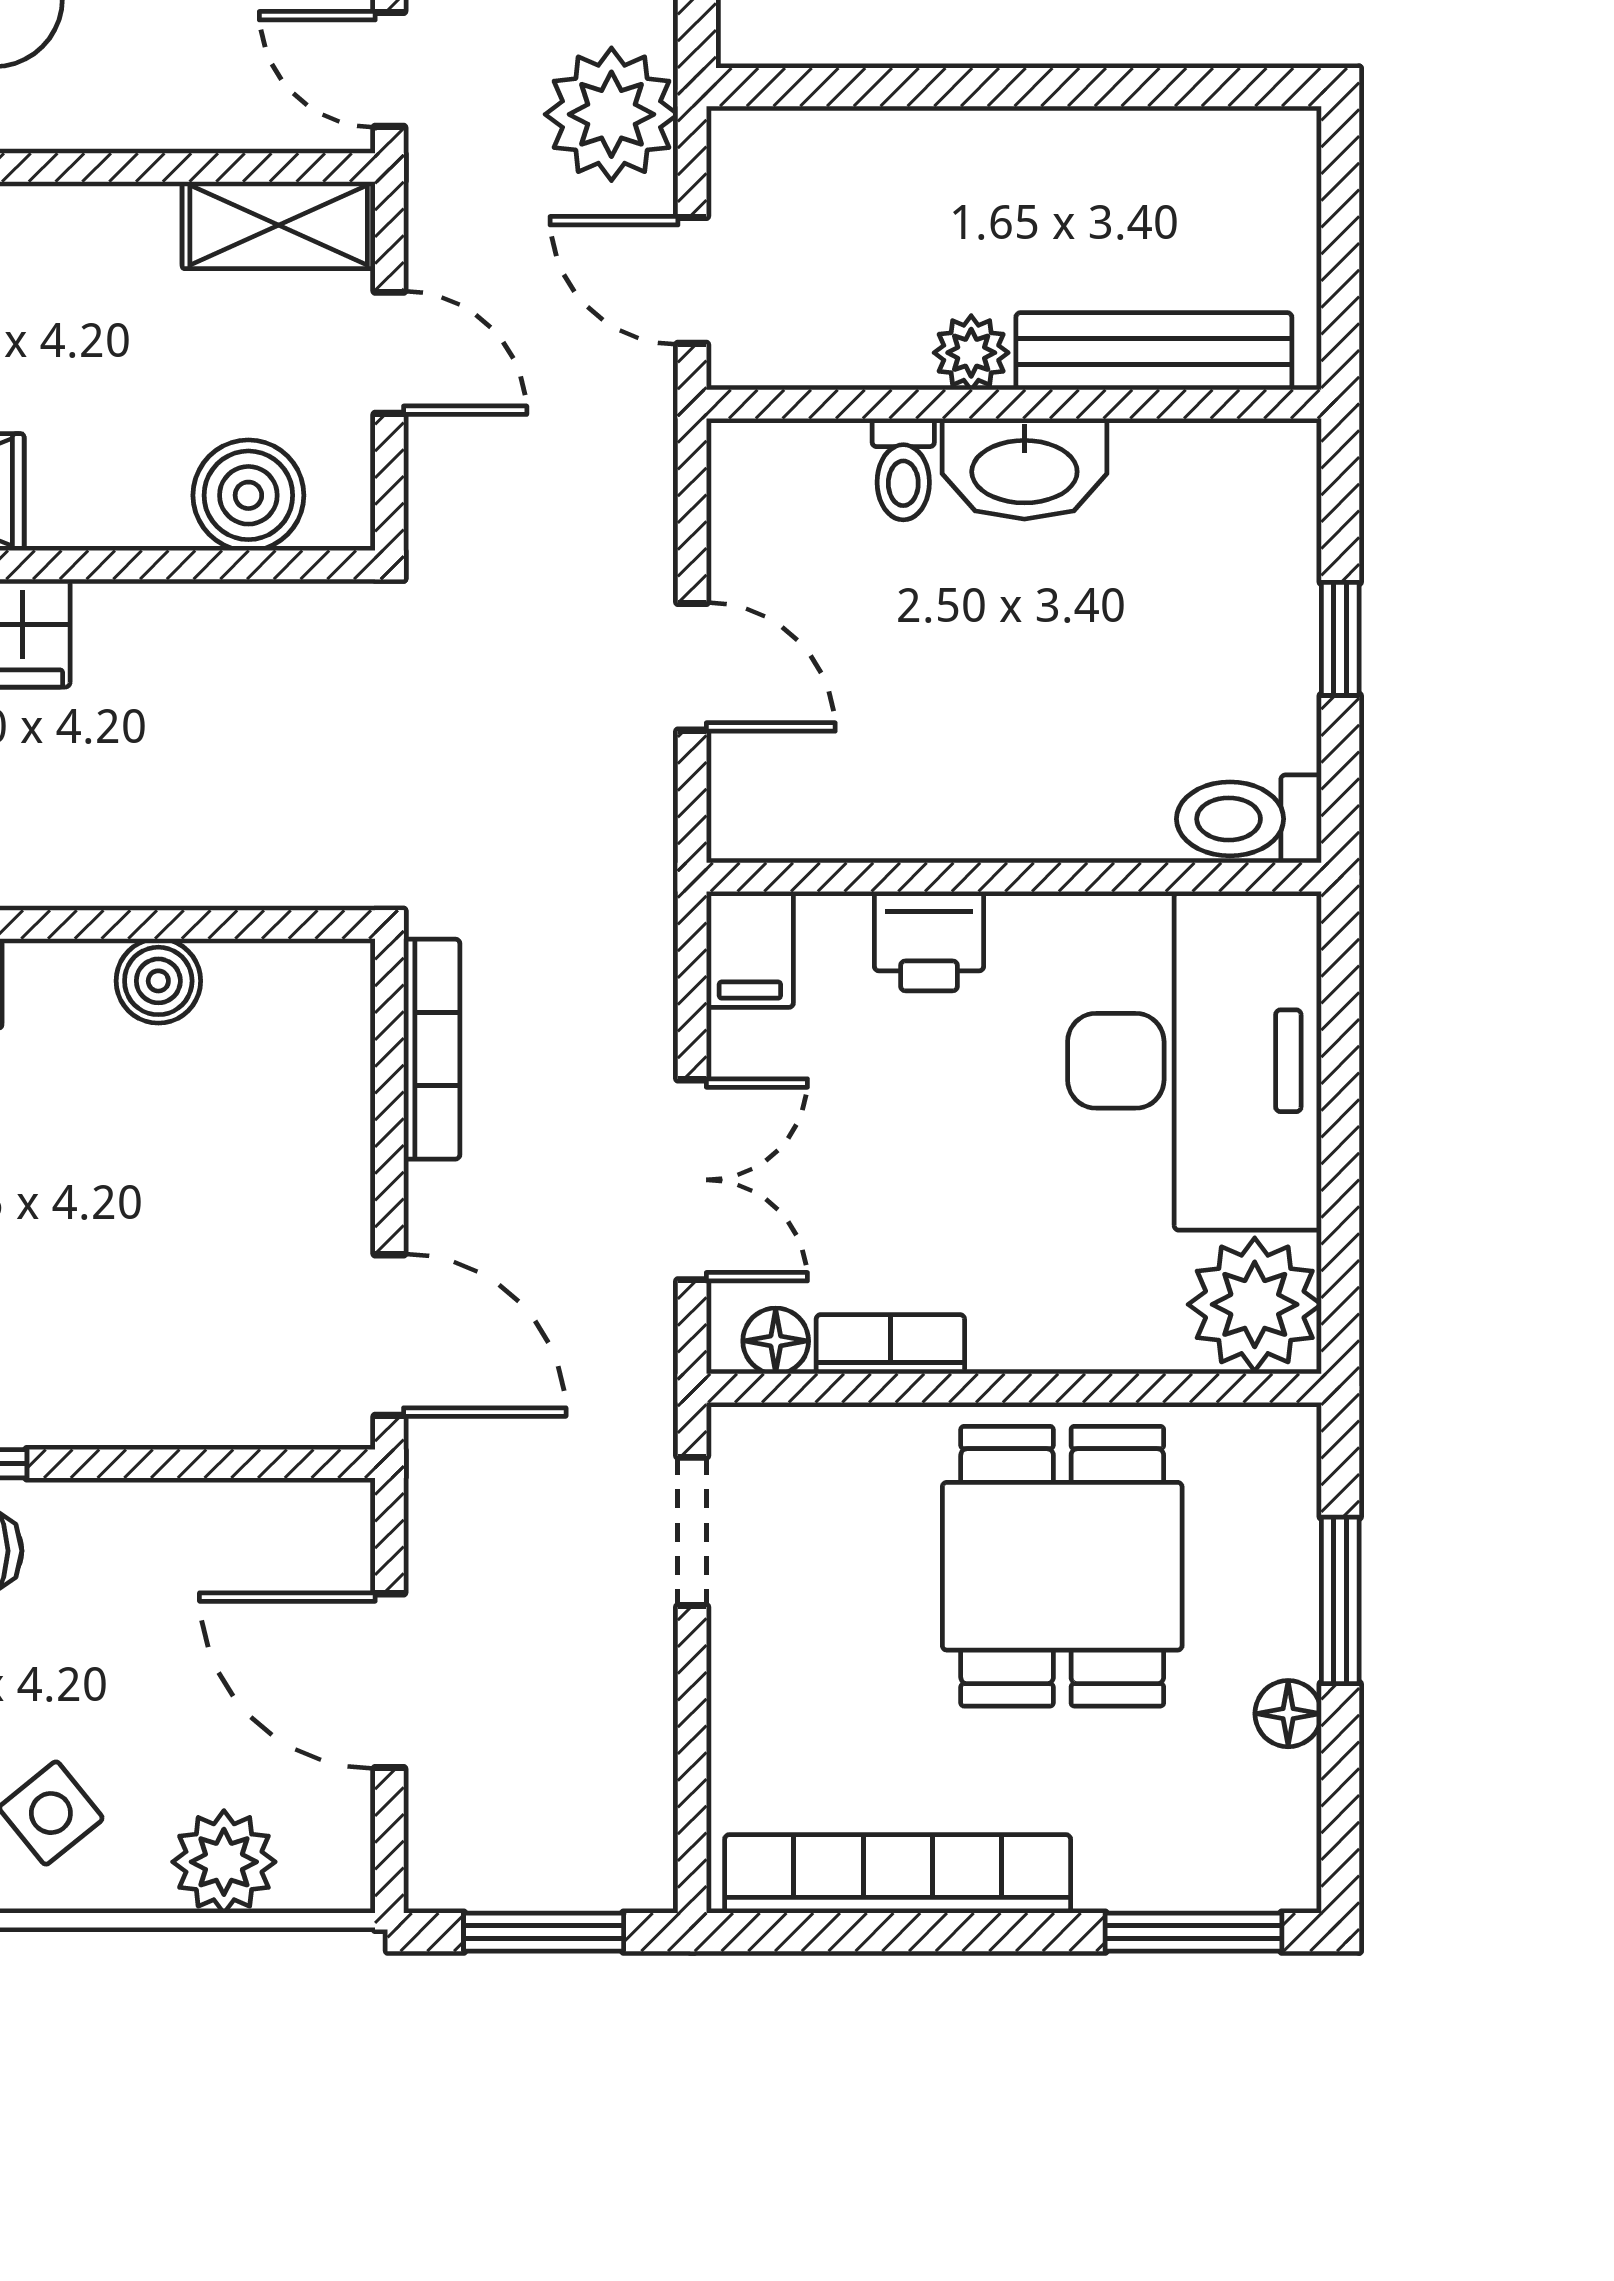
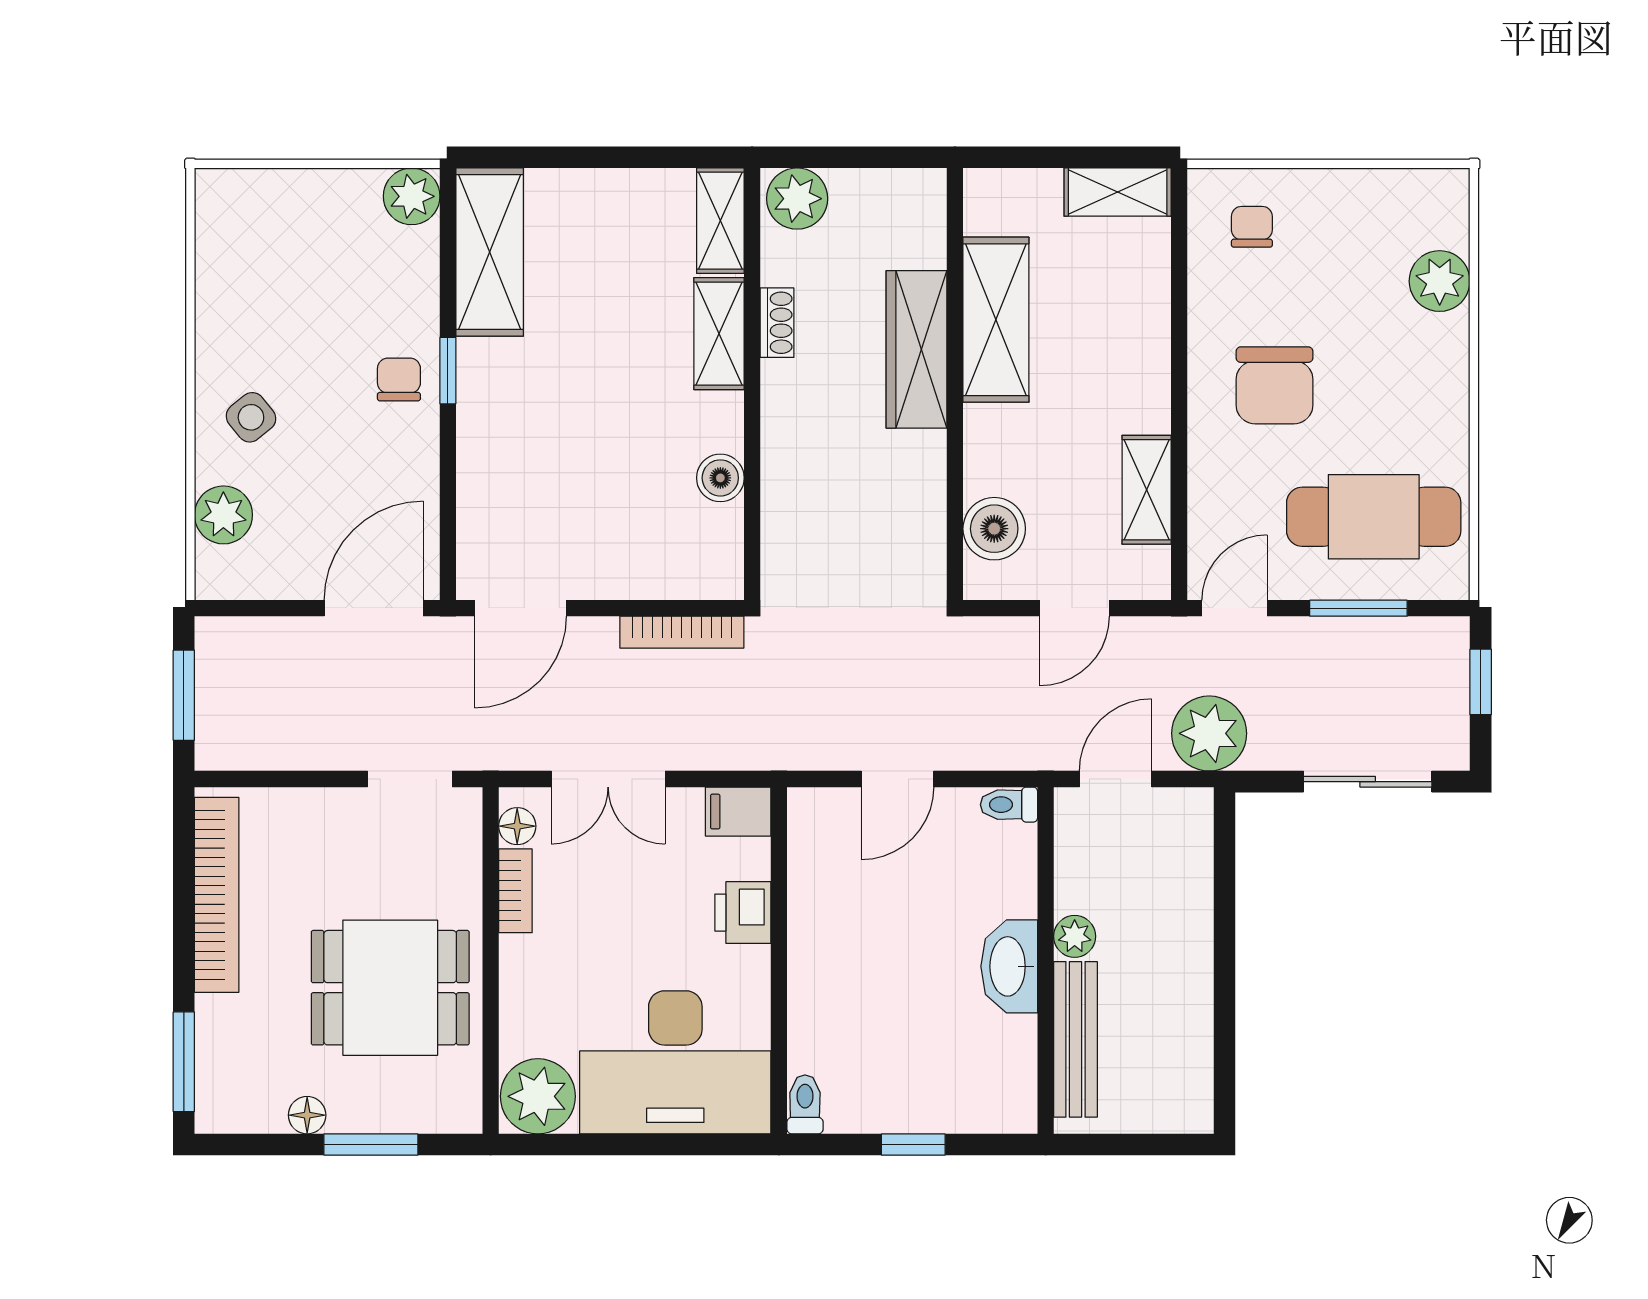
shelving: (279, 225) -> (1147, 490), moved
toilet: (903, 469) -> (1009, 805), moved
toilet: (1249, 819) -> (805, 1104), width x0.73, depth x0.72
door: (389, 1681) -> (374, 608), moved

